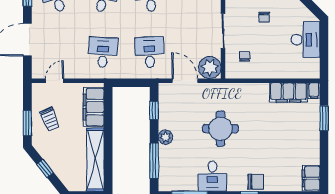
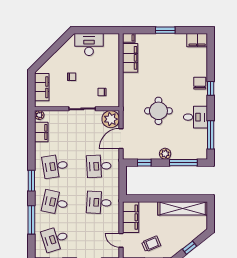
filing cabinet: (94, 107) -> (131, 217), moved, turned -90
window: (324, 118) -> (165, 30), moved

